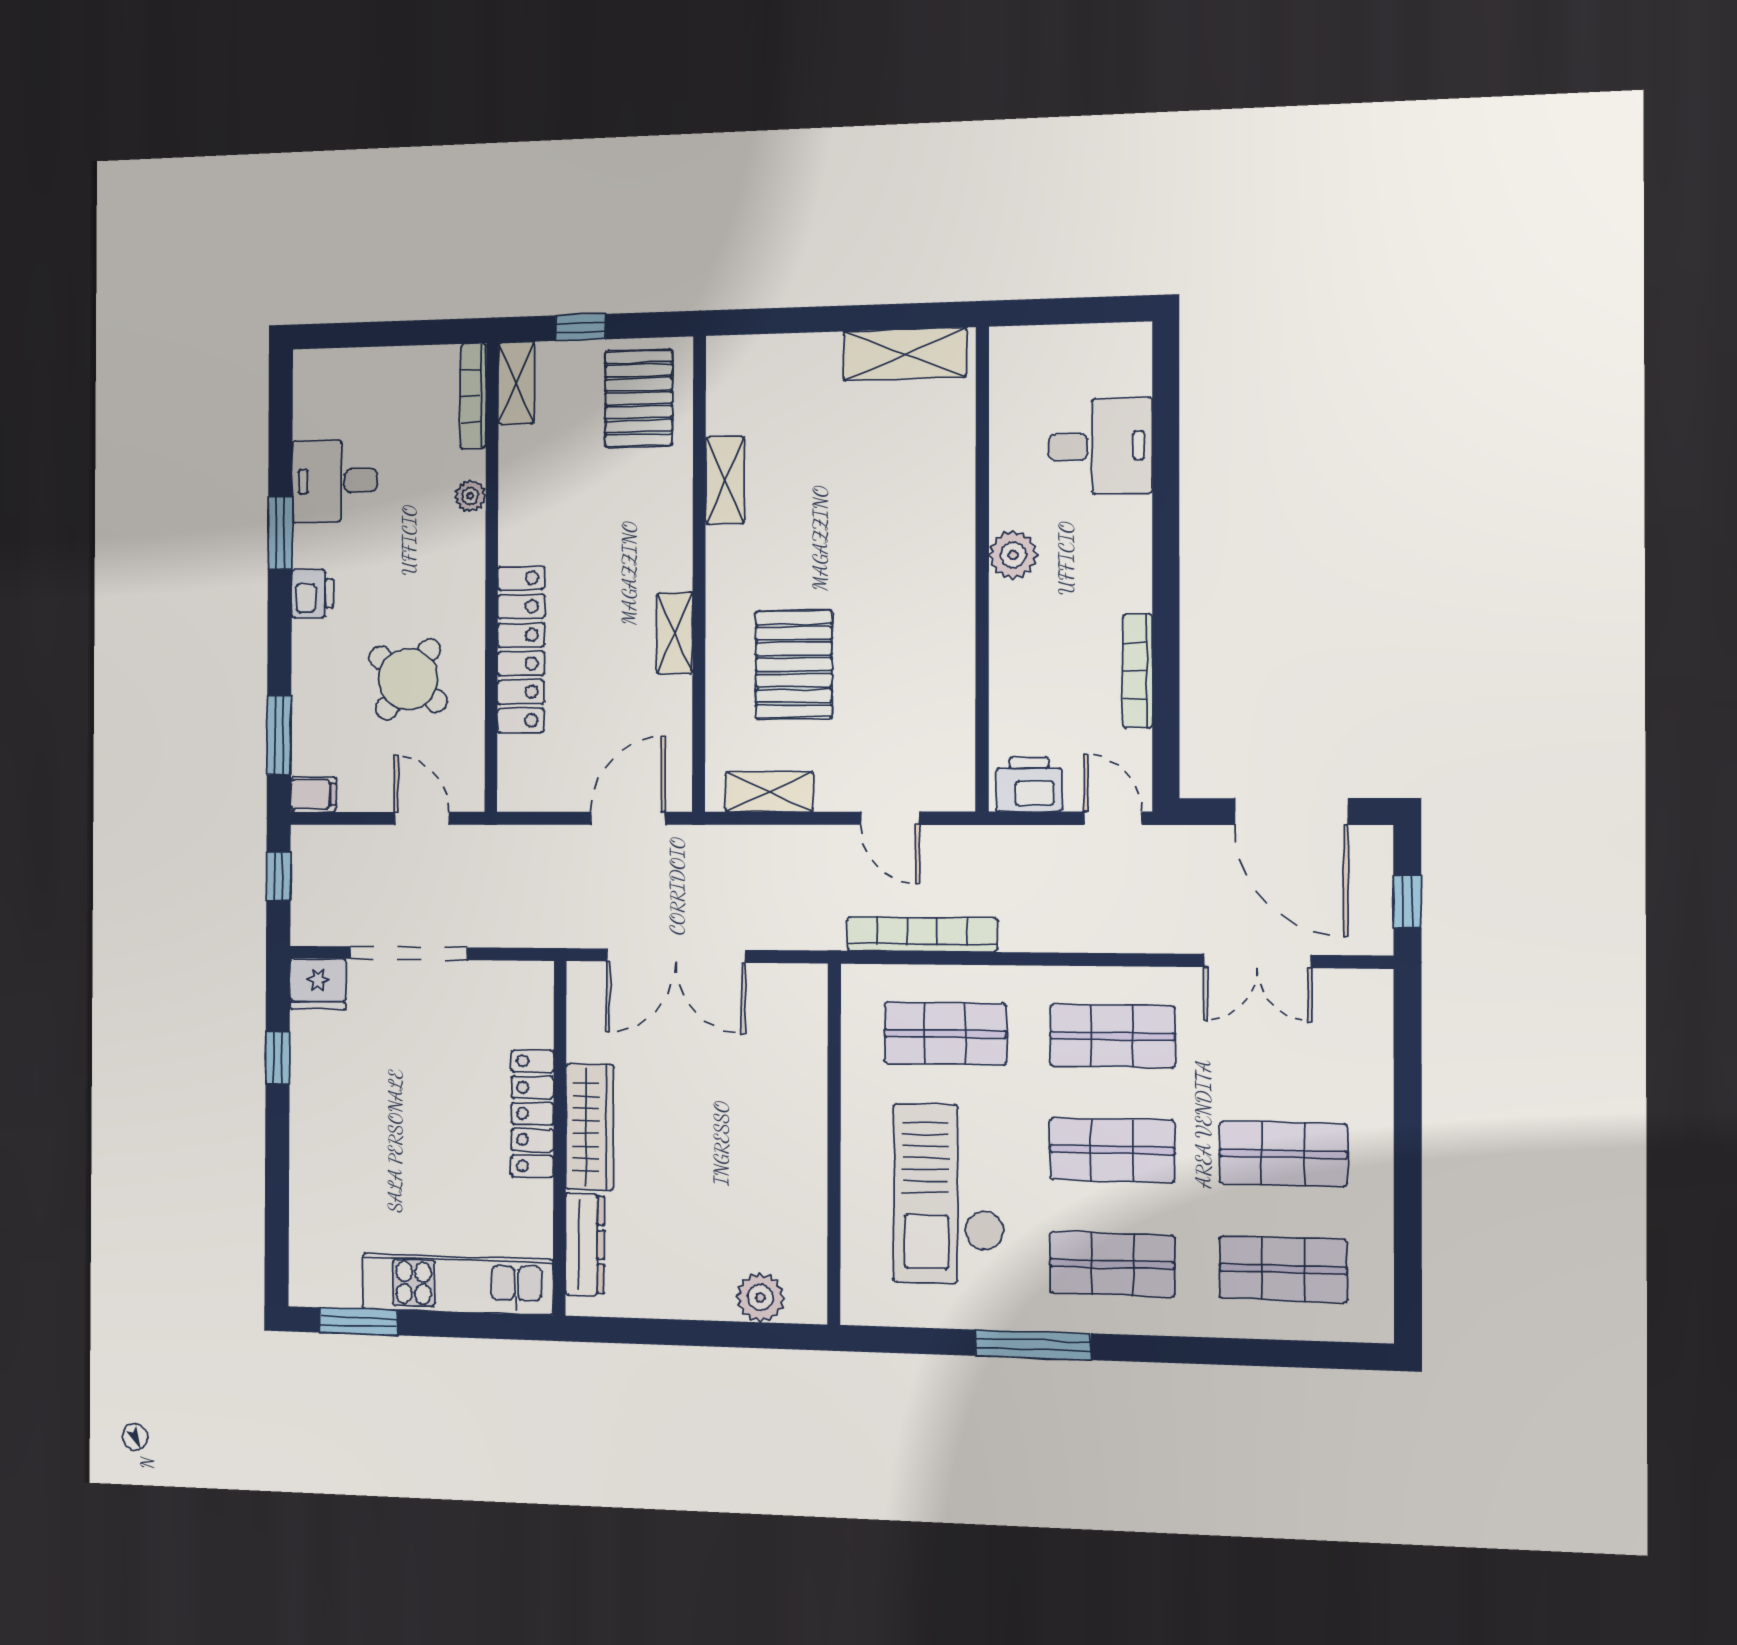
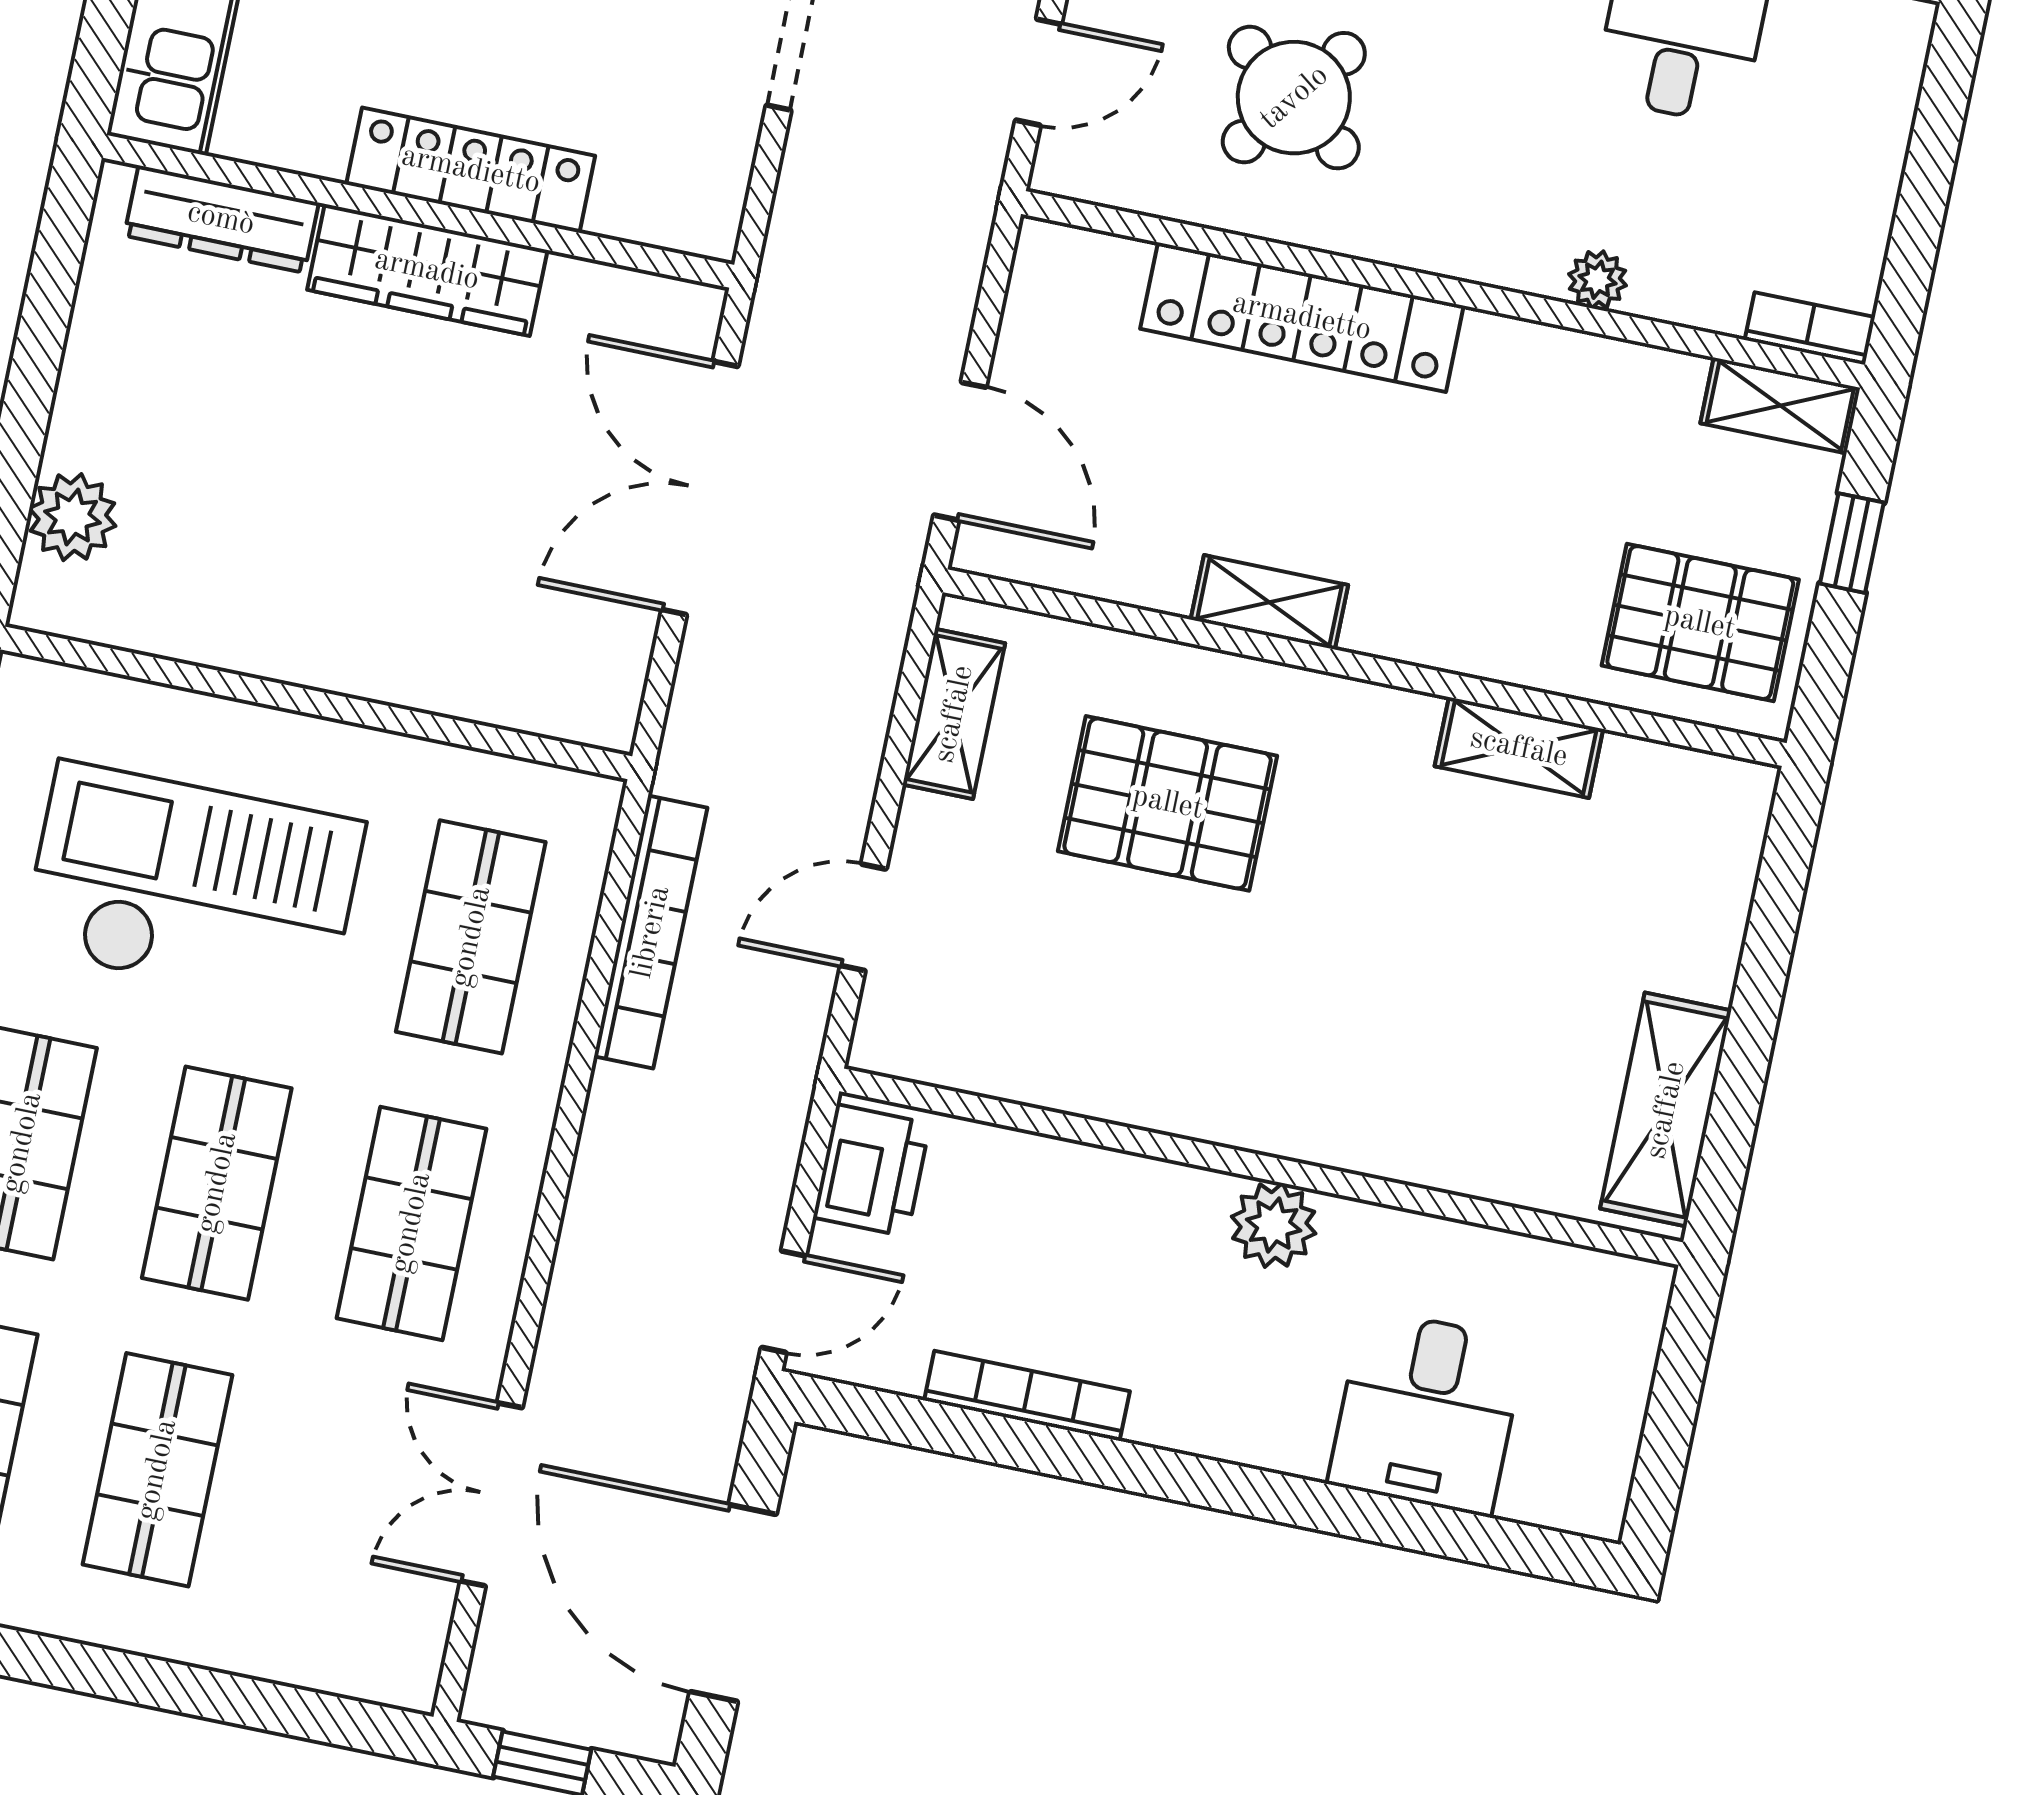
bookcase: (473, 396) -> (1810, 329), width x0.64
door: (1291, 812) -> (733, 1603), hinge flipped

